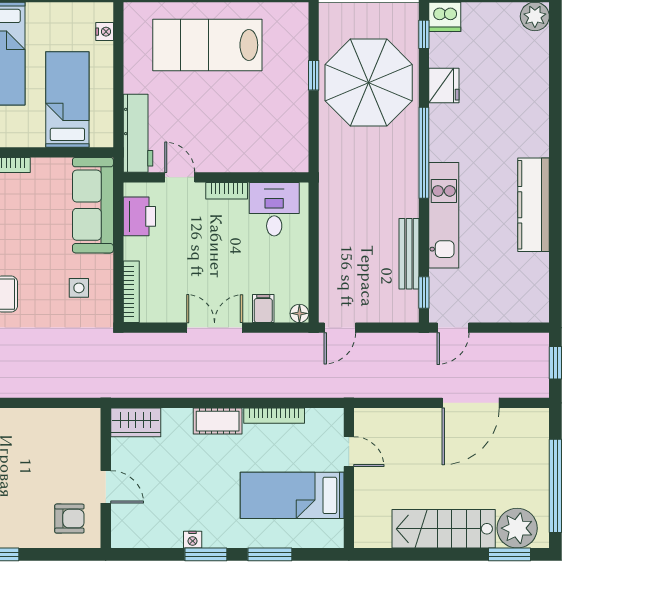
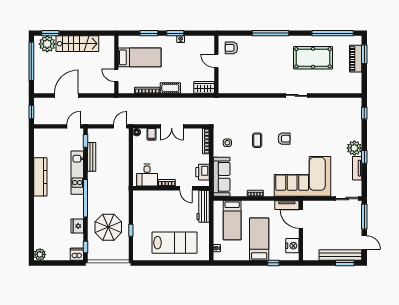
parasol: (369, 83) -> (108, 227), width x0.73, depth x0.73

